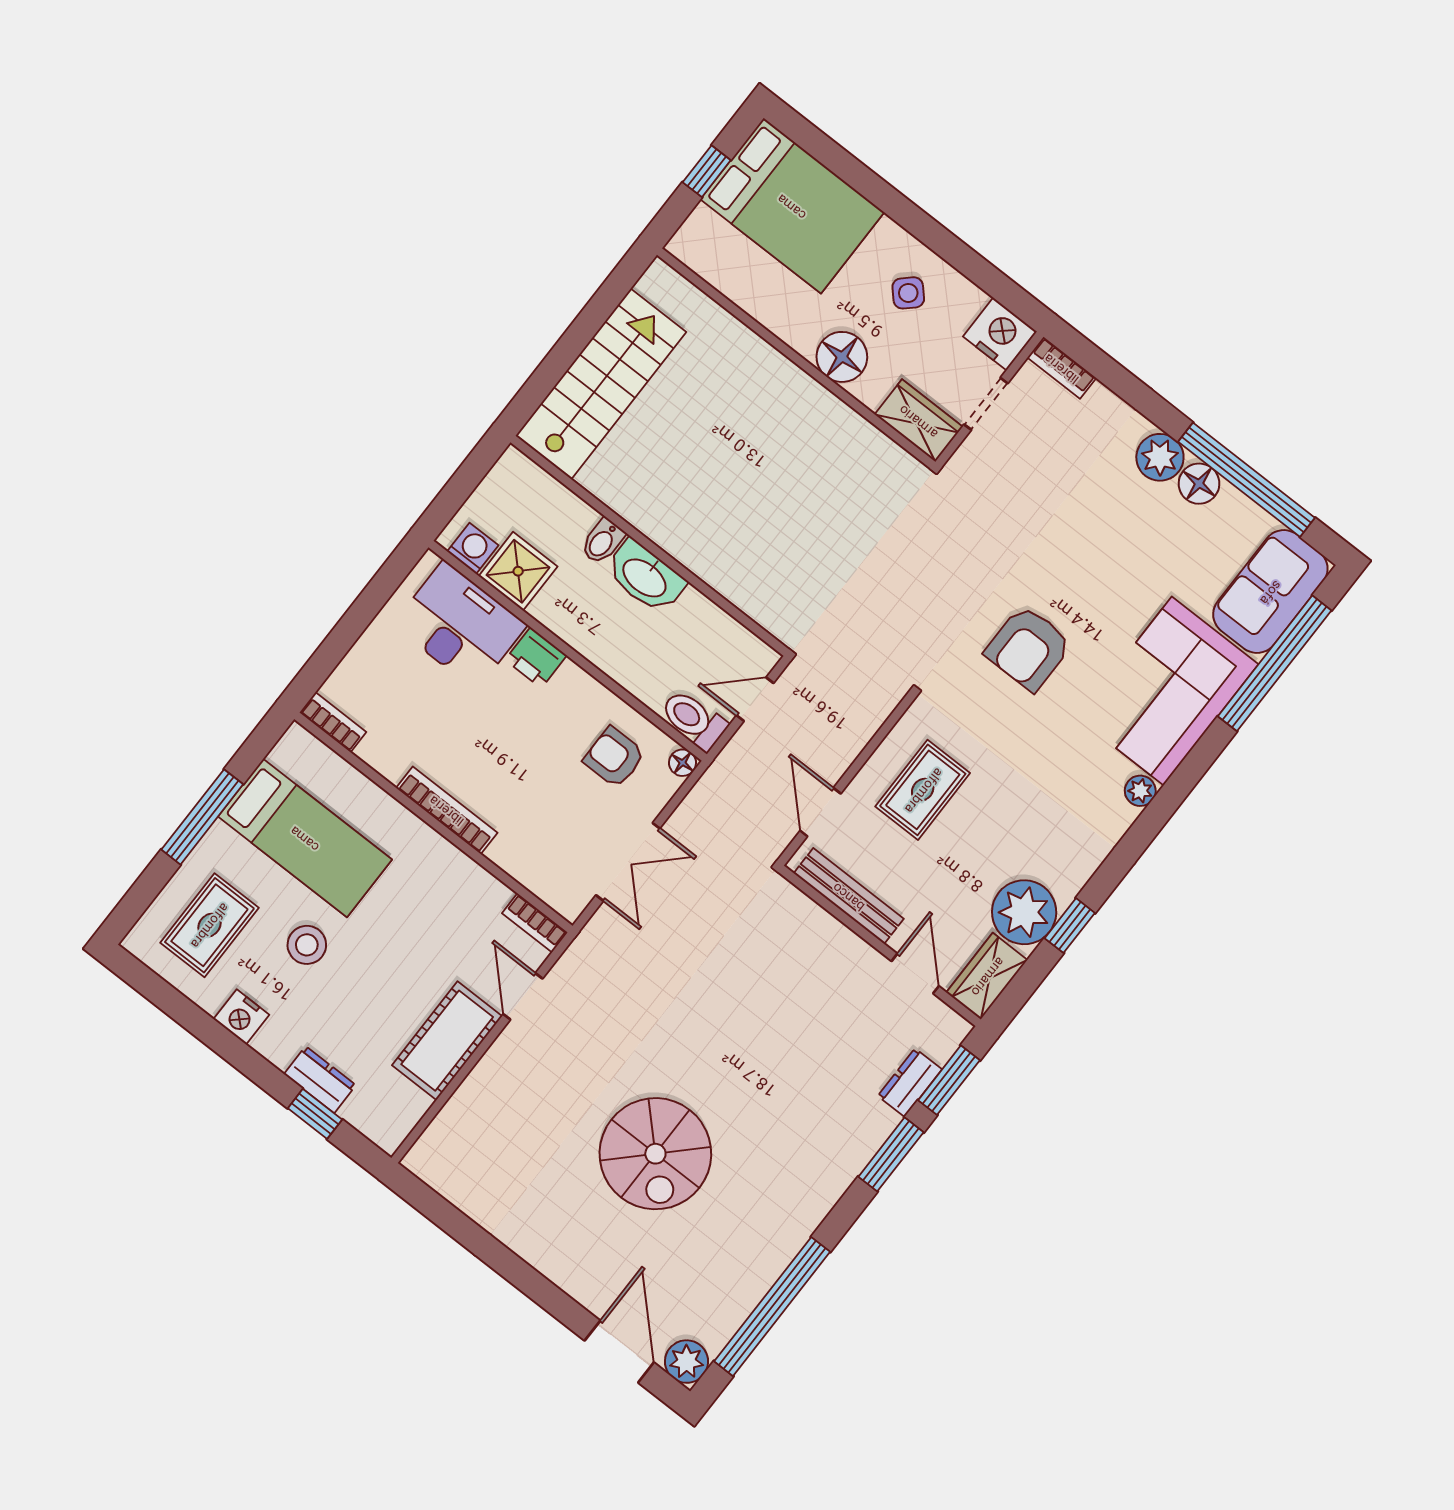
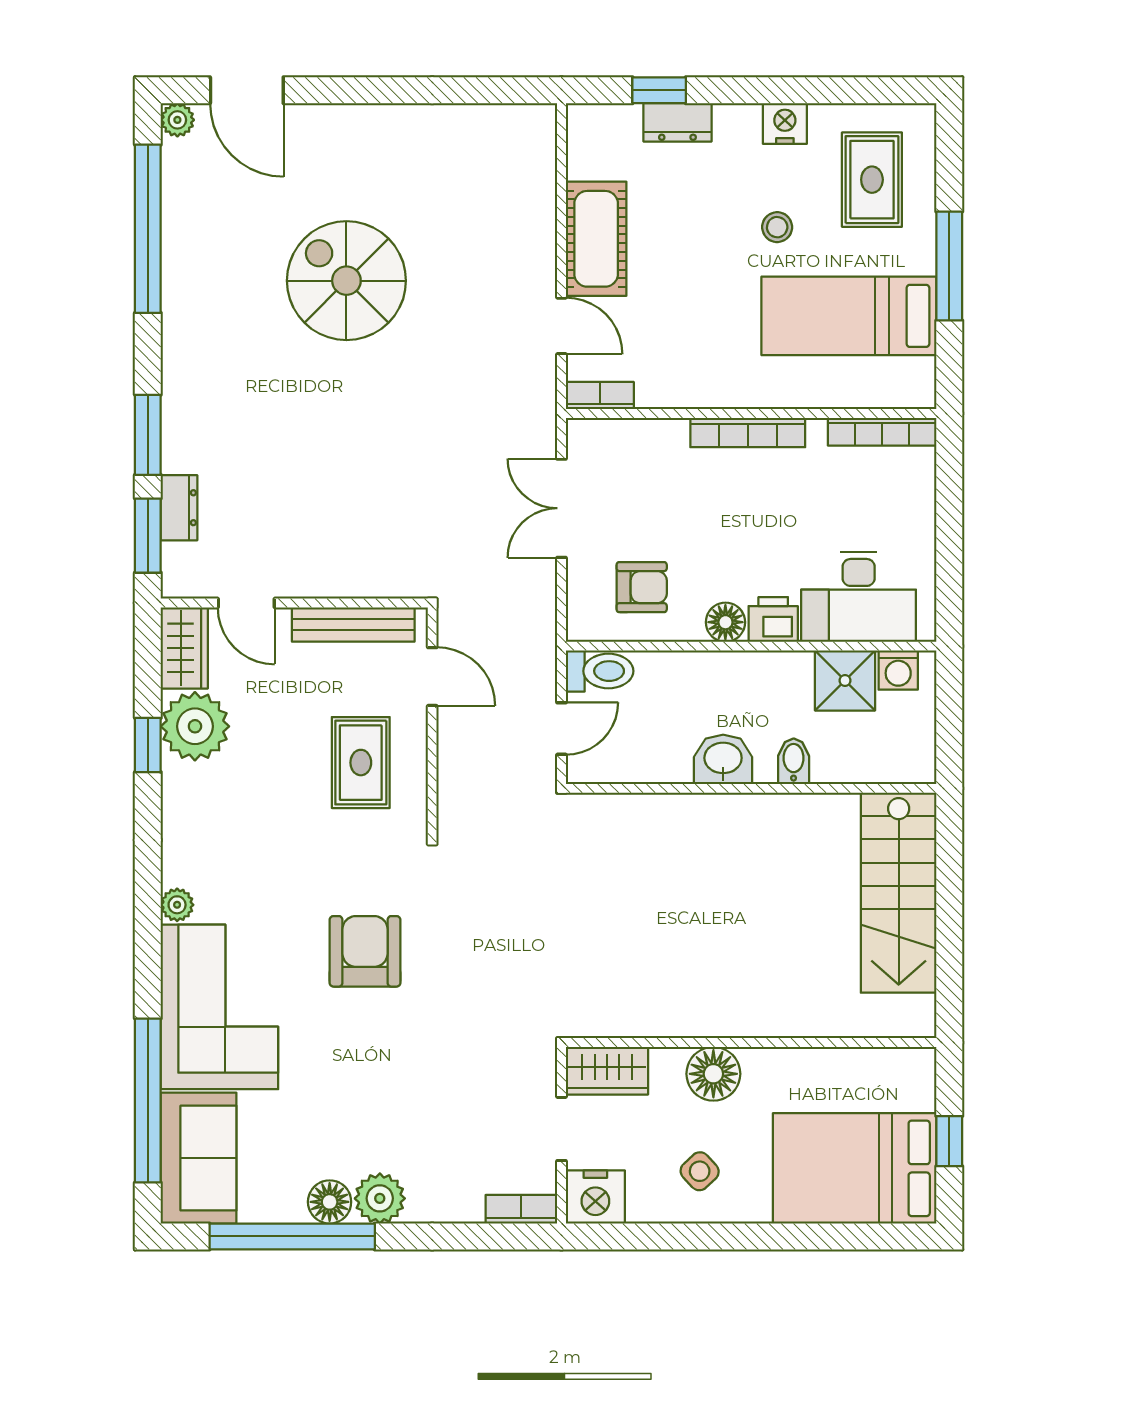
washbasin: (645, 577) -> (723, 759), width x0.72
bookcase: (333, 722) -> (882, 432), width x1.56
floor lamp: (683, 763) -> (725, 622), moved, width x1.37, depth x1.37
stool: (307, 945) -> (777, 227), width x0.73, depth x0.73
plant: (687, 1362) -> (177, 120), width x0.73, depth x0.73

